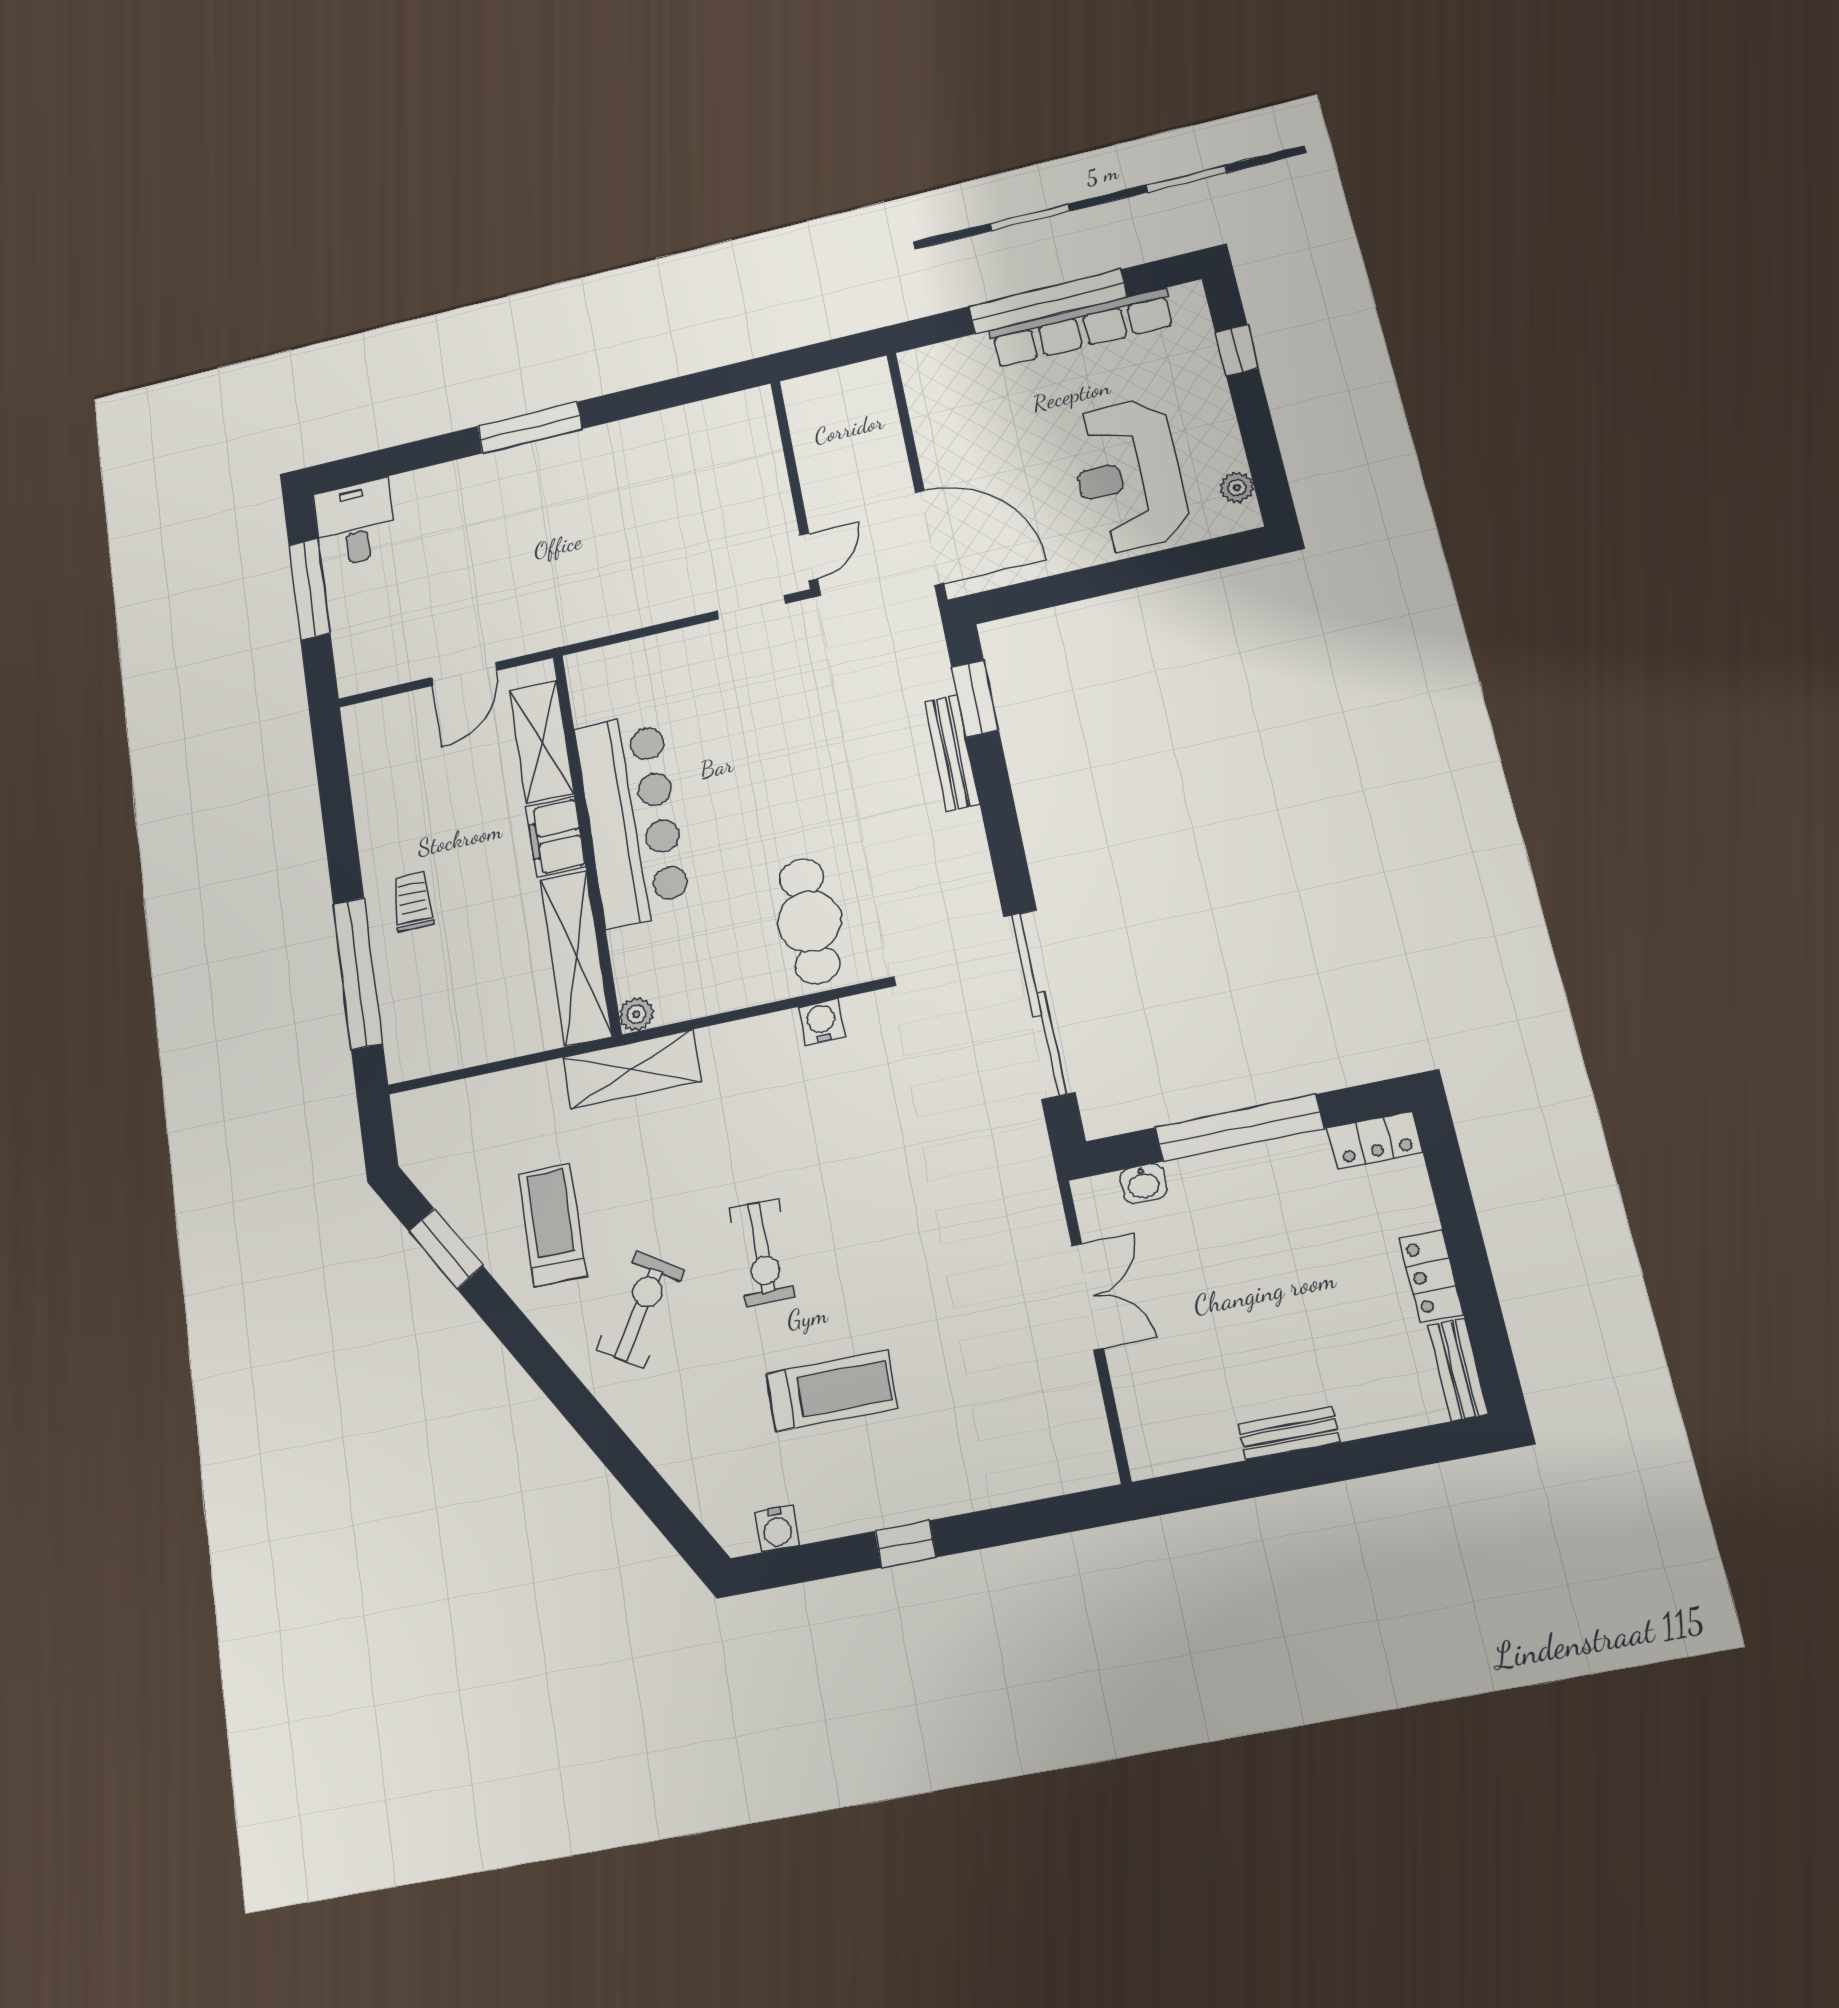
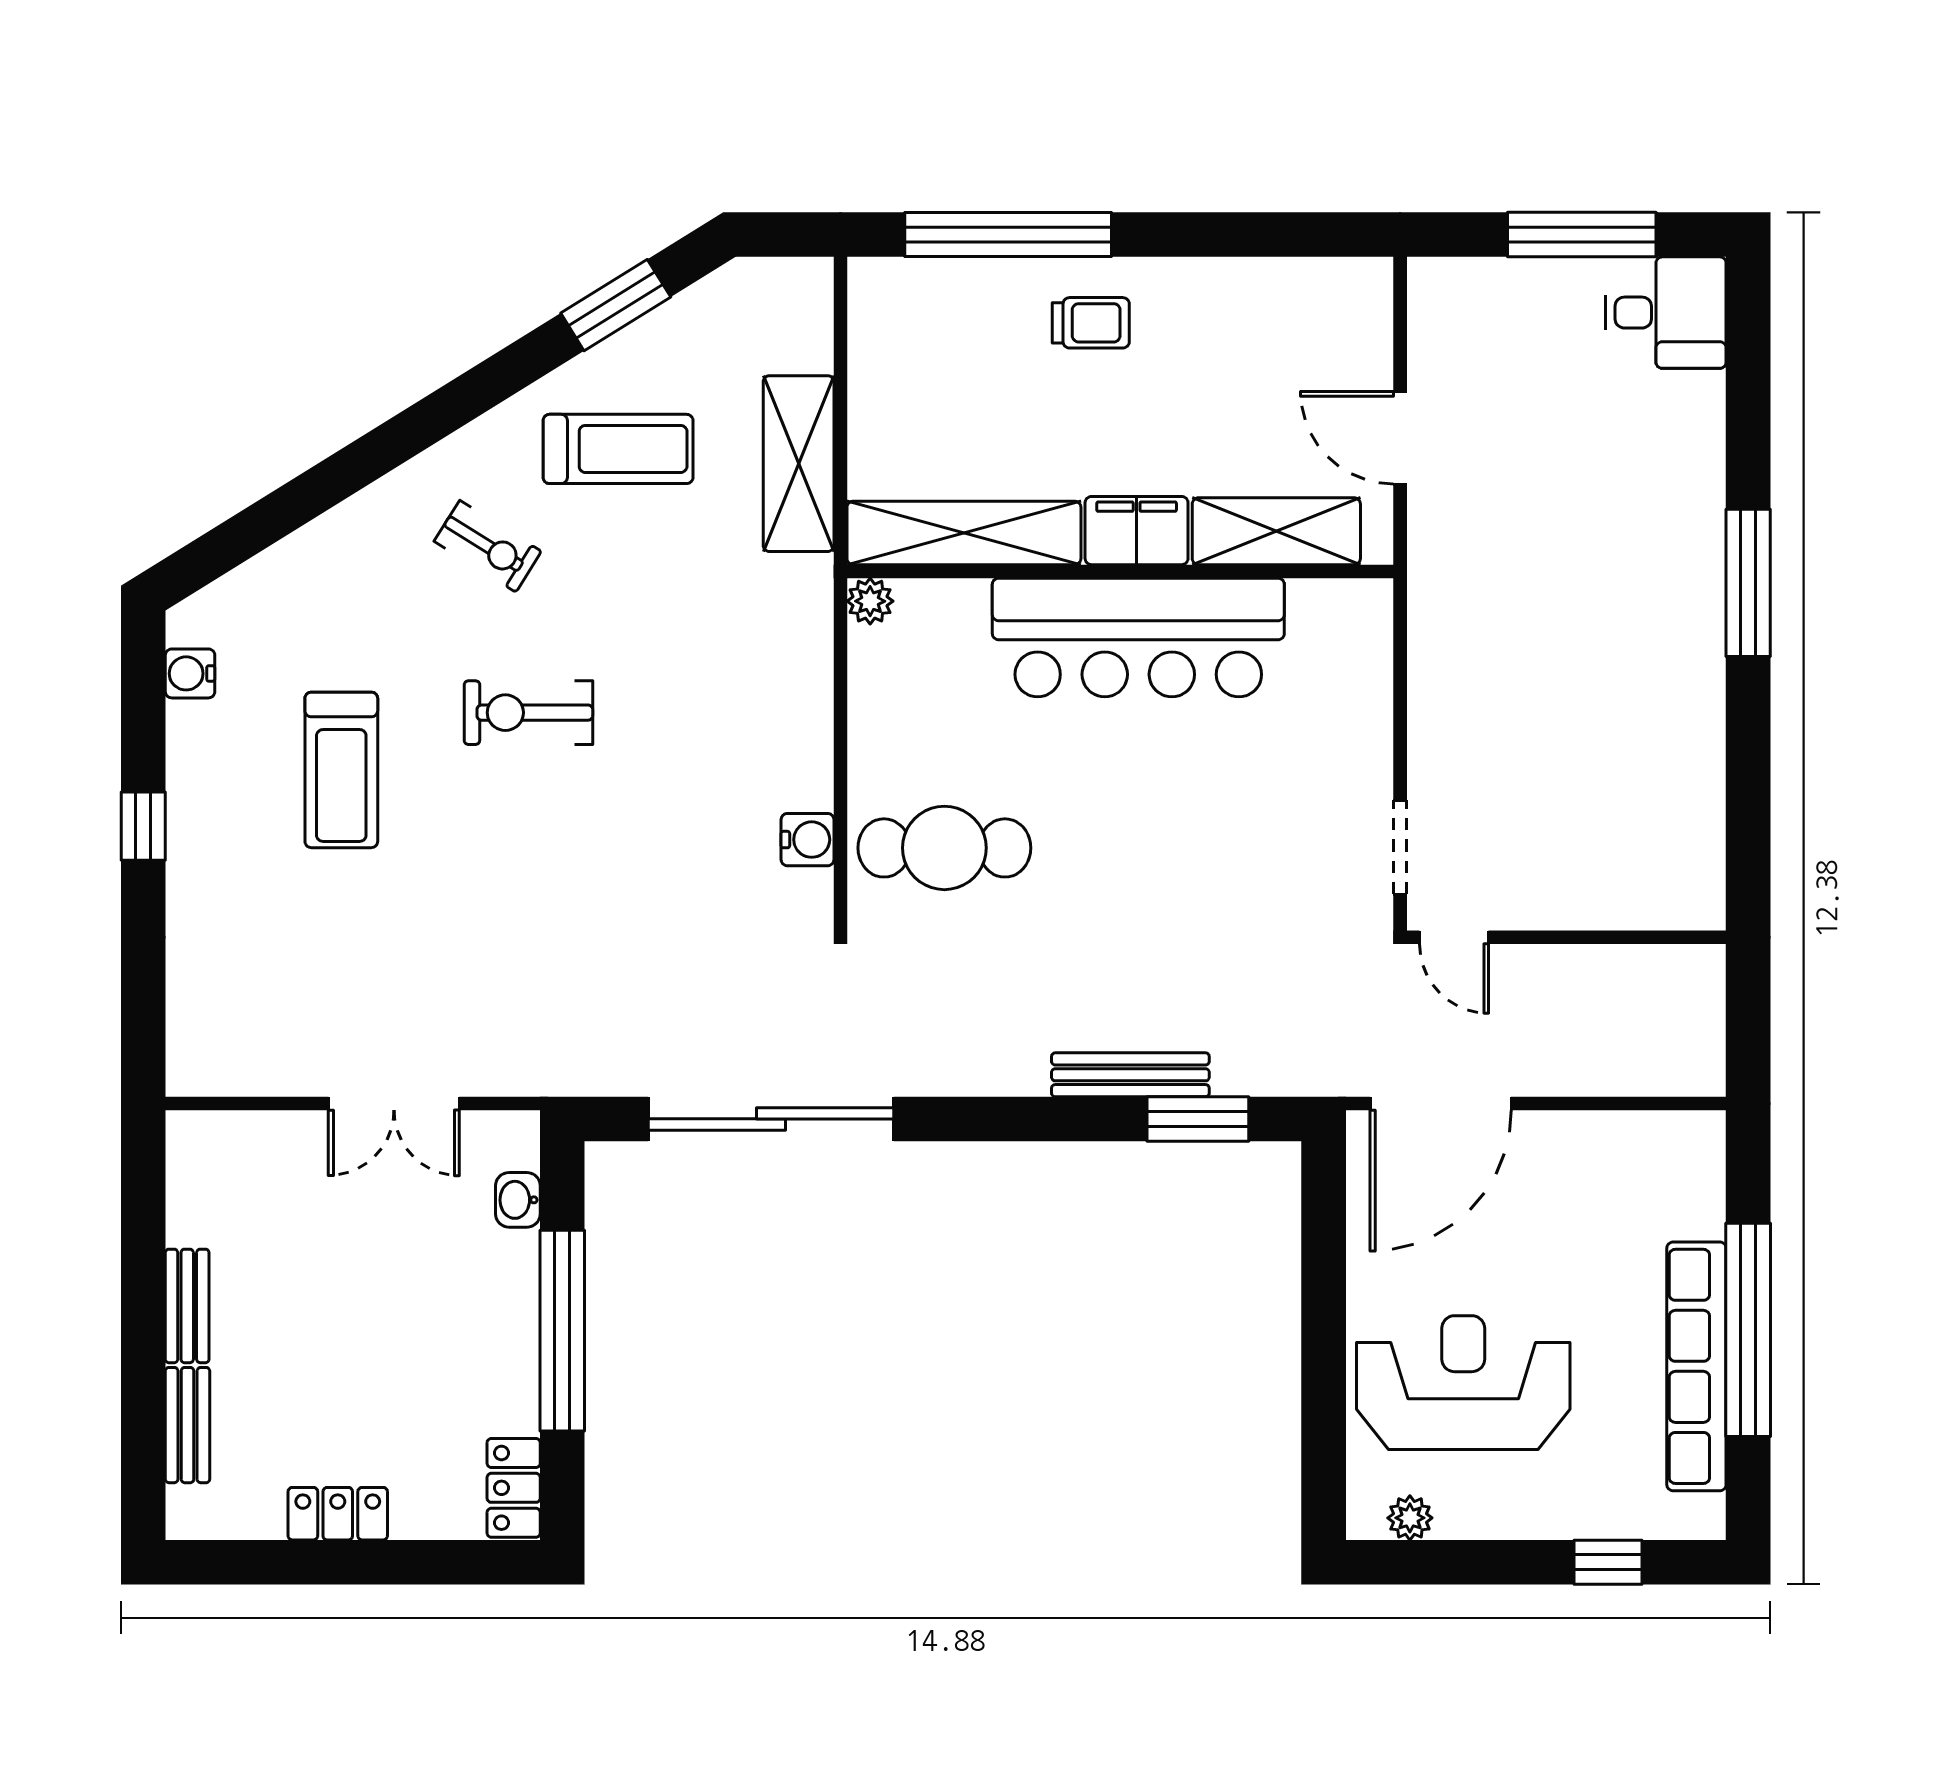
shelving: (632, 1069) -> (799, 464), moved
exercise bike: (640, 1310) -> (488, 546), width x0.73, depth x0.72
bench: (1458, 1369) -> (188, 1425), moved, turned 90

